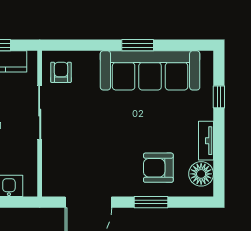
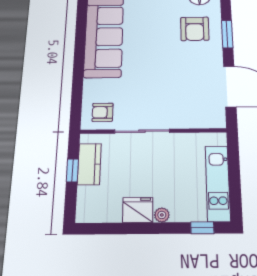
window: (138, 45) -> (80, 47), removed

